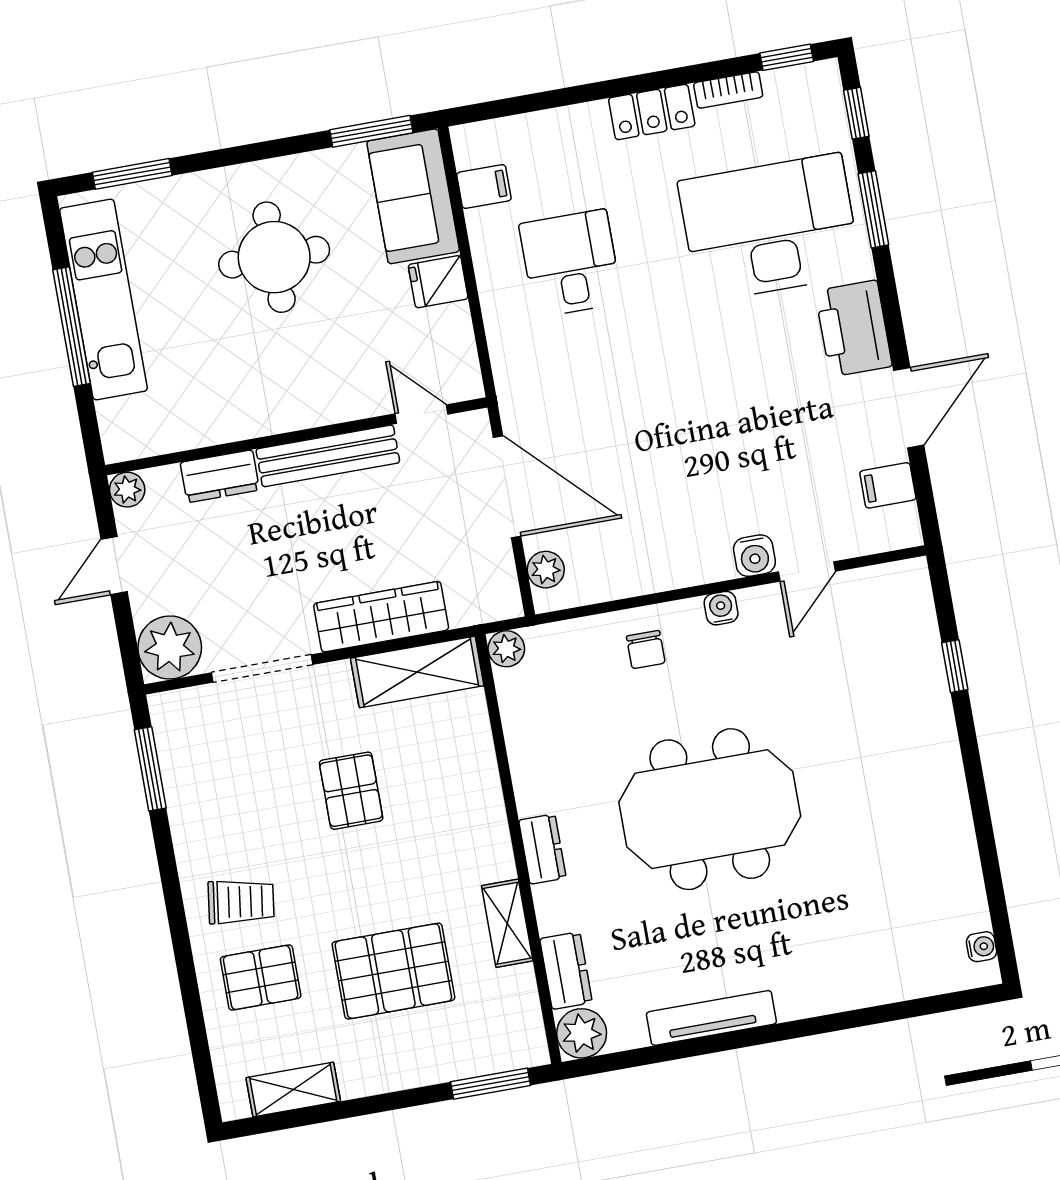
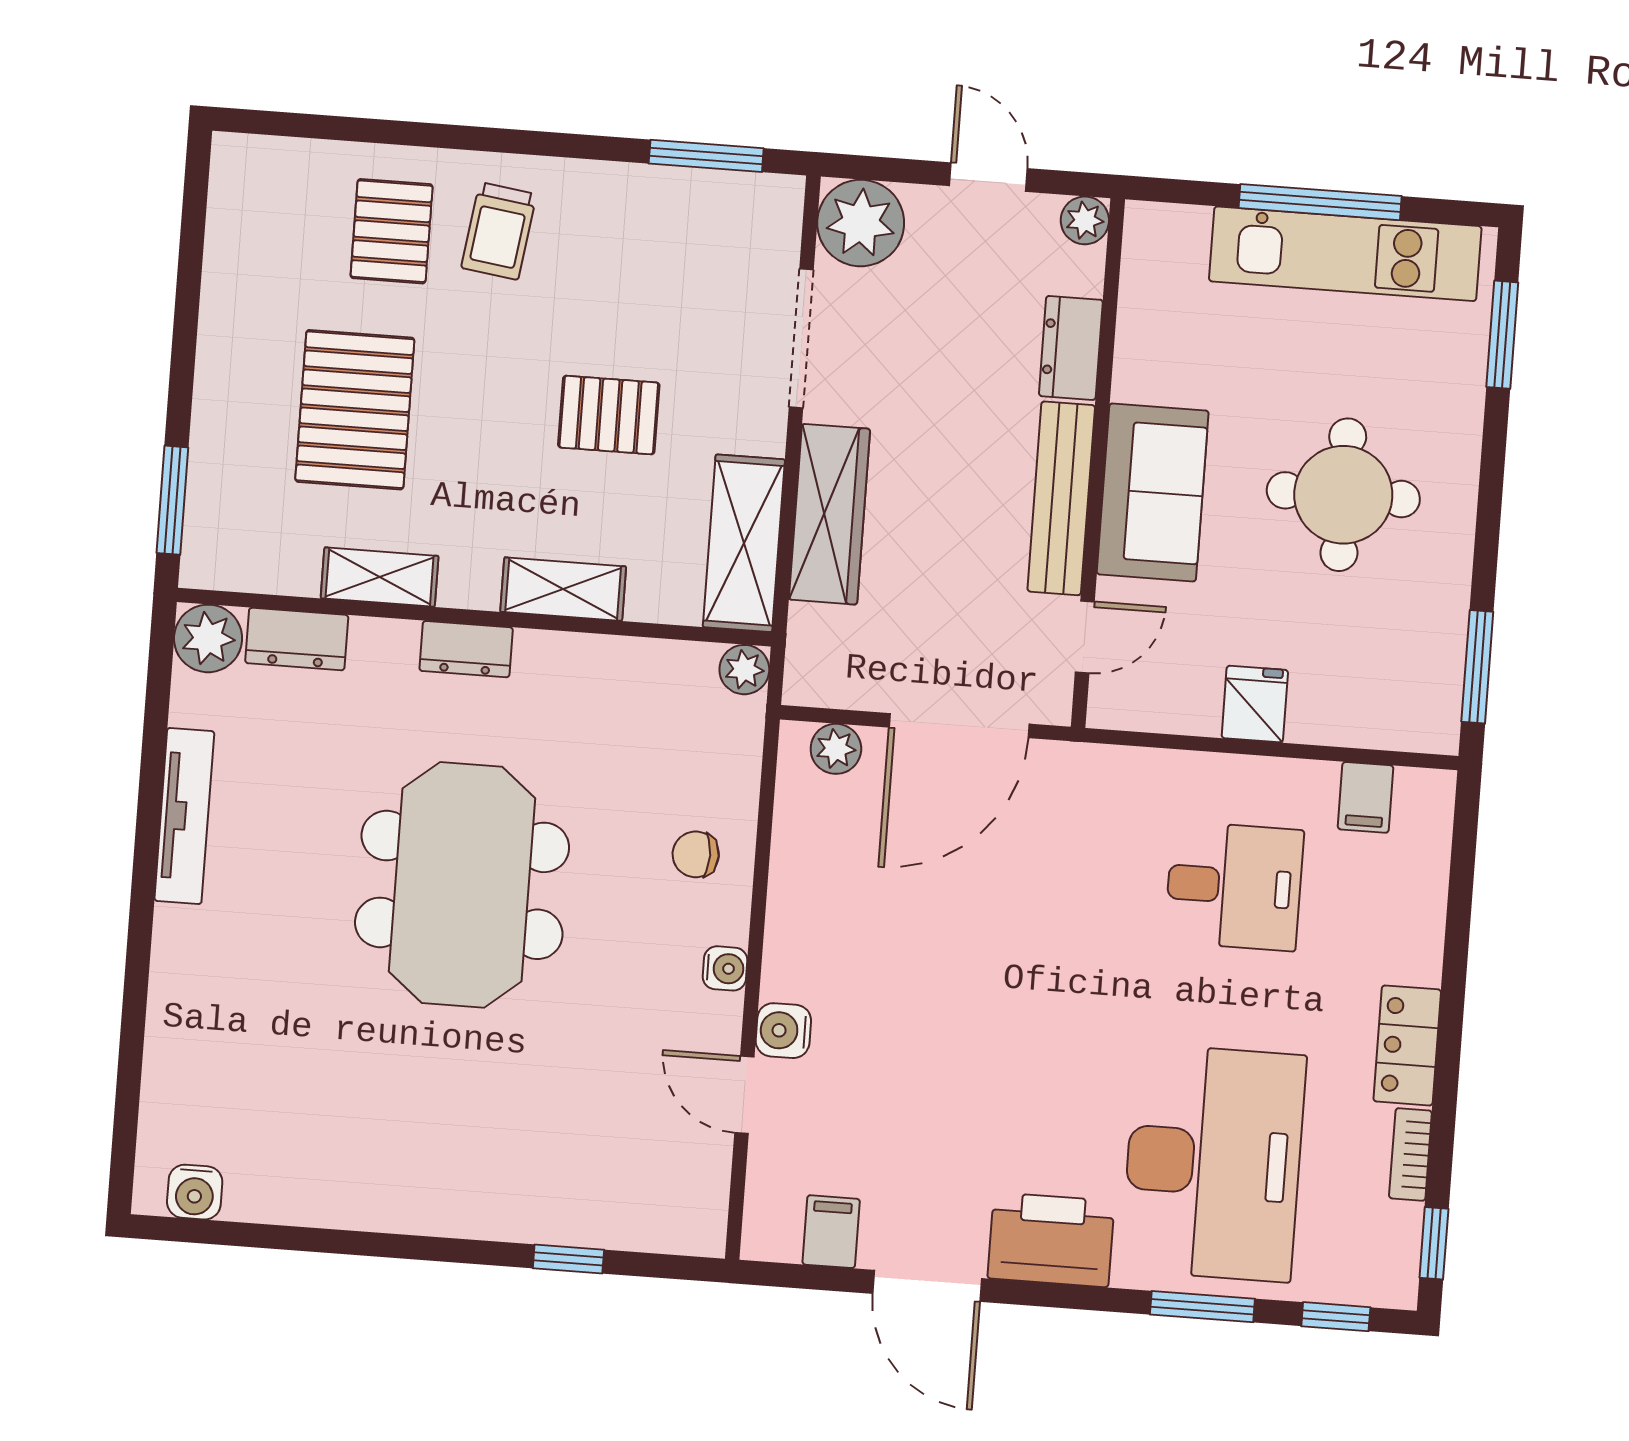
sofa: (413, 196) -> (1153, 492), moved, turned 90
water cooler: (982, 947) -> (195, 1192), width x1.38, depth x1.38
shelving: (293, 1089) -> (563, 589), moved, turned 90

